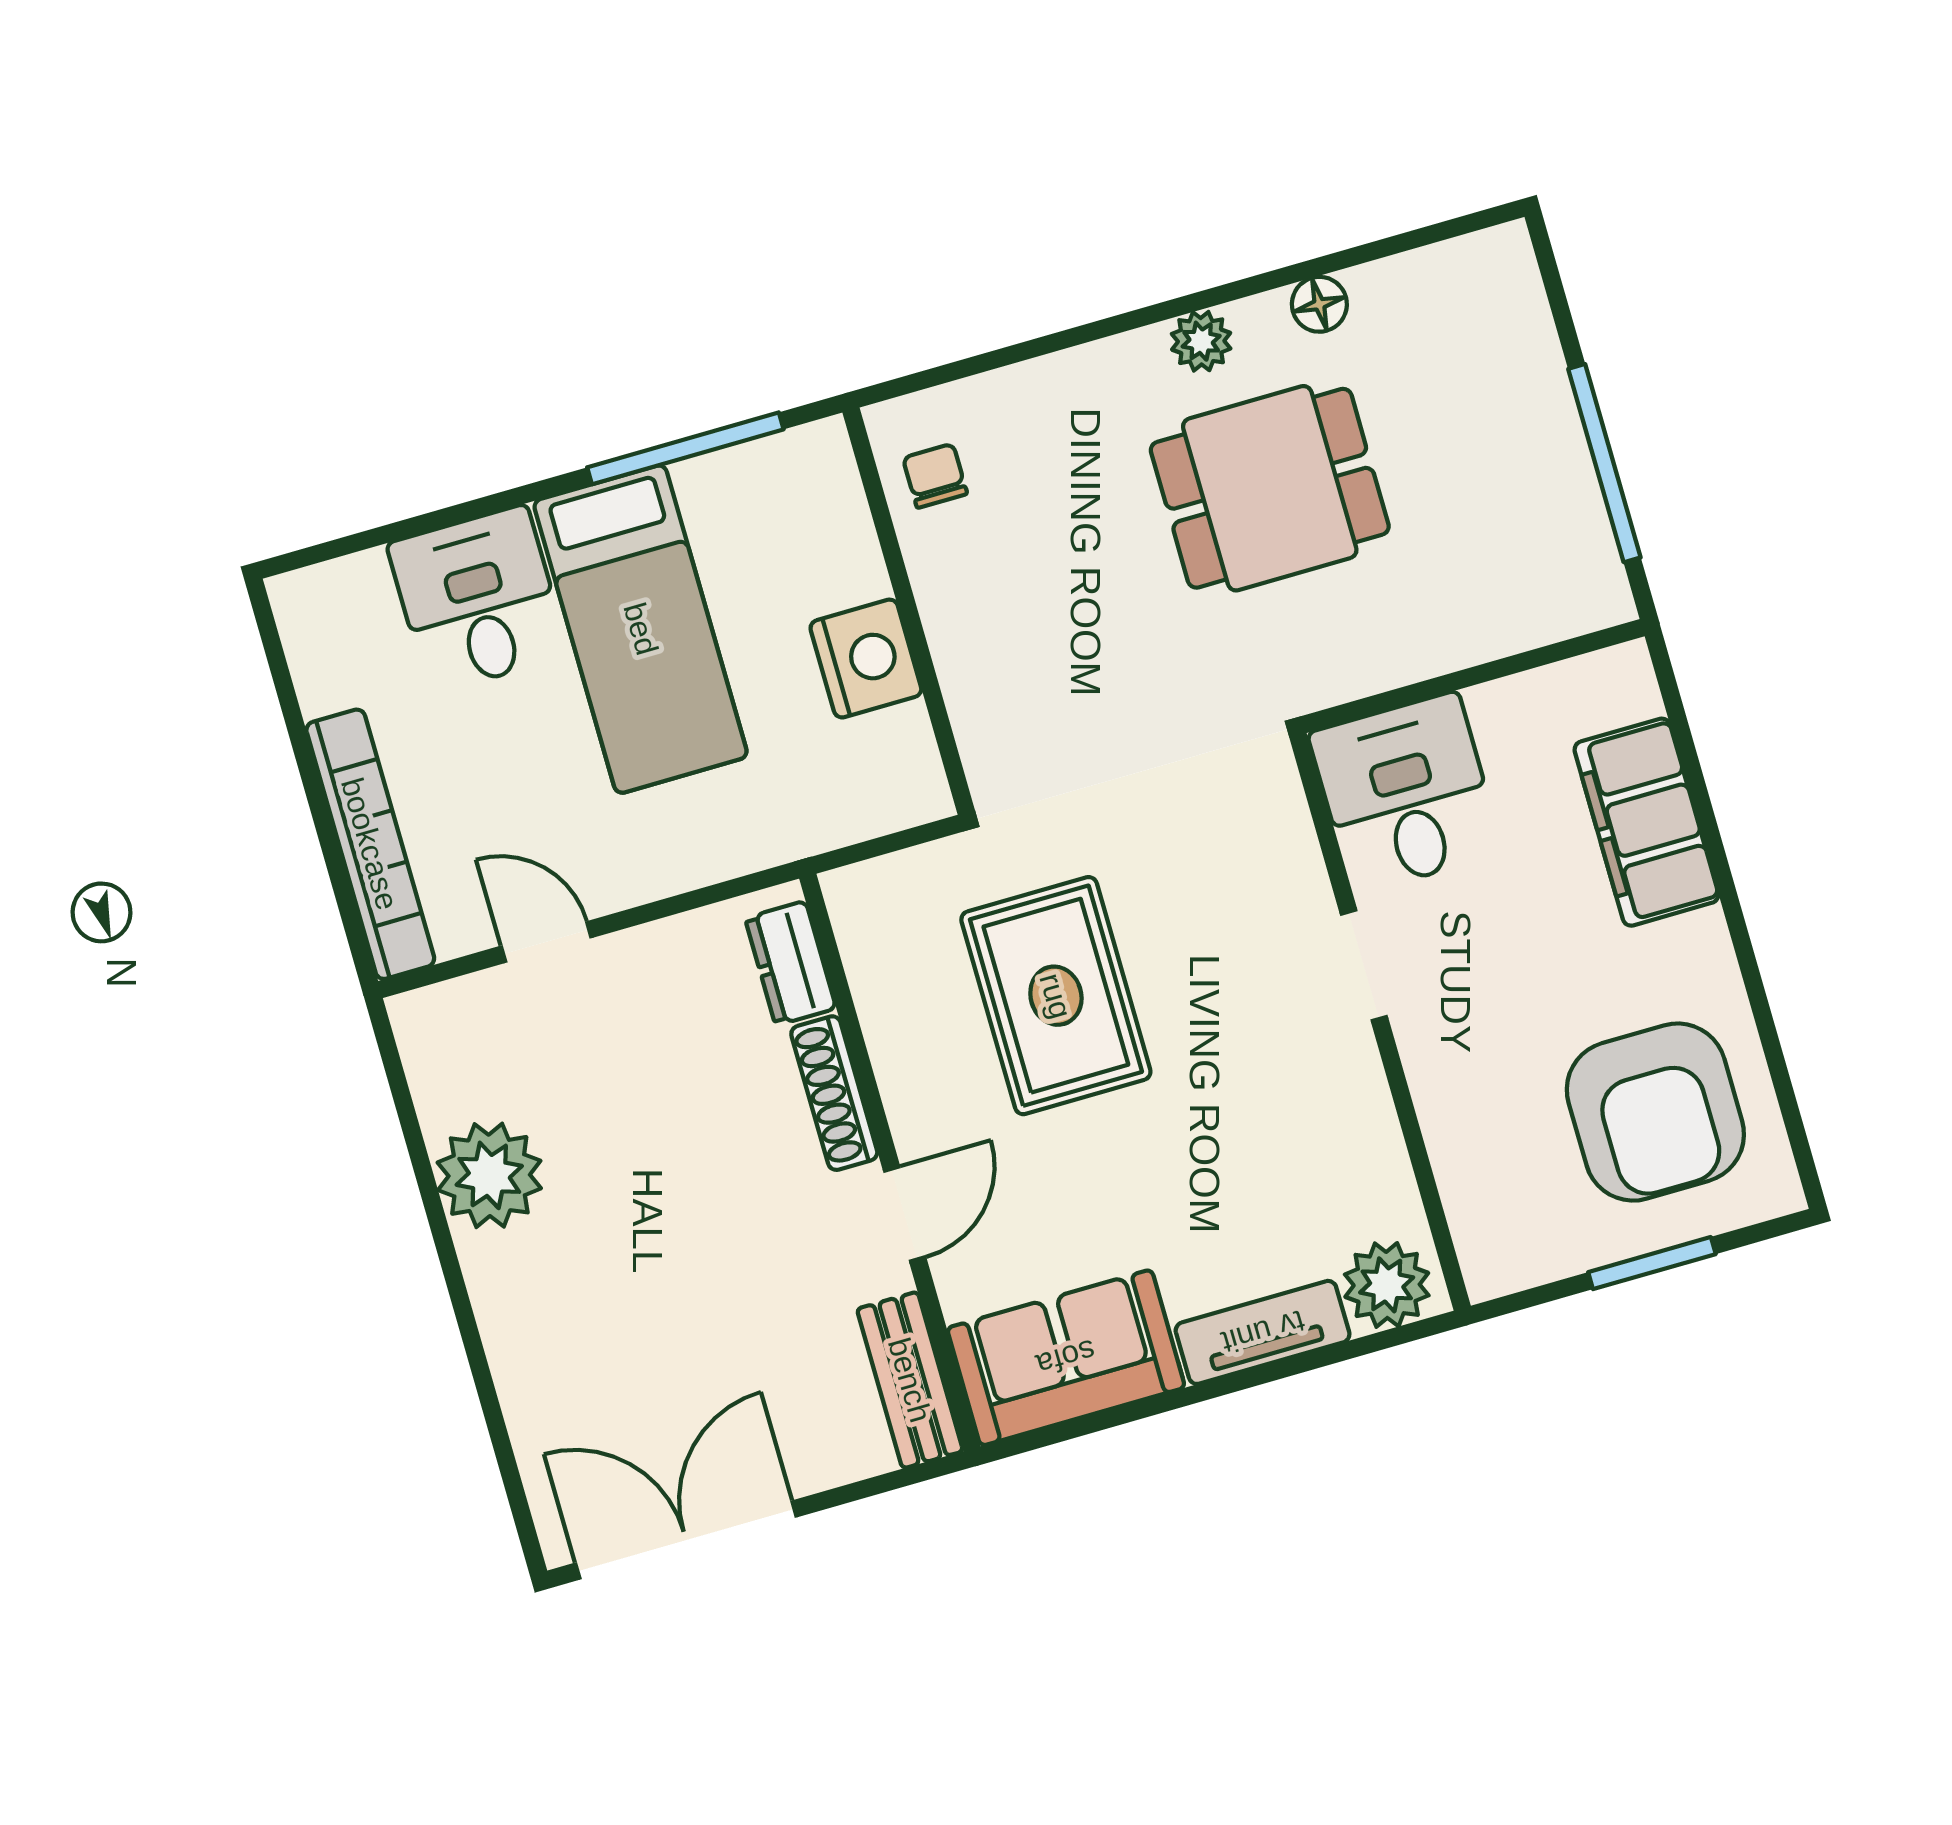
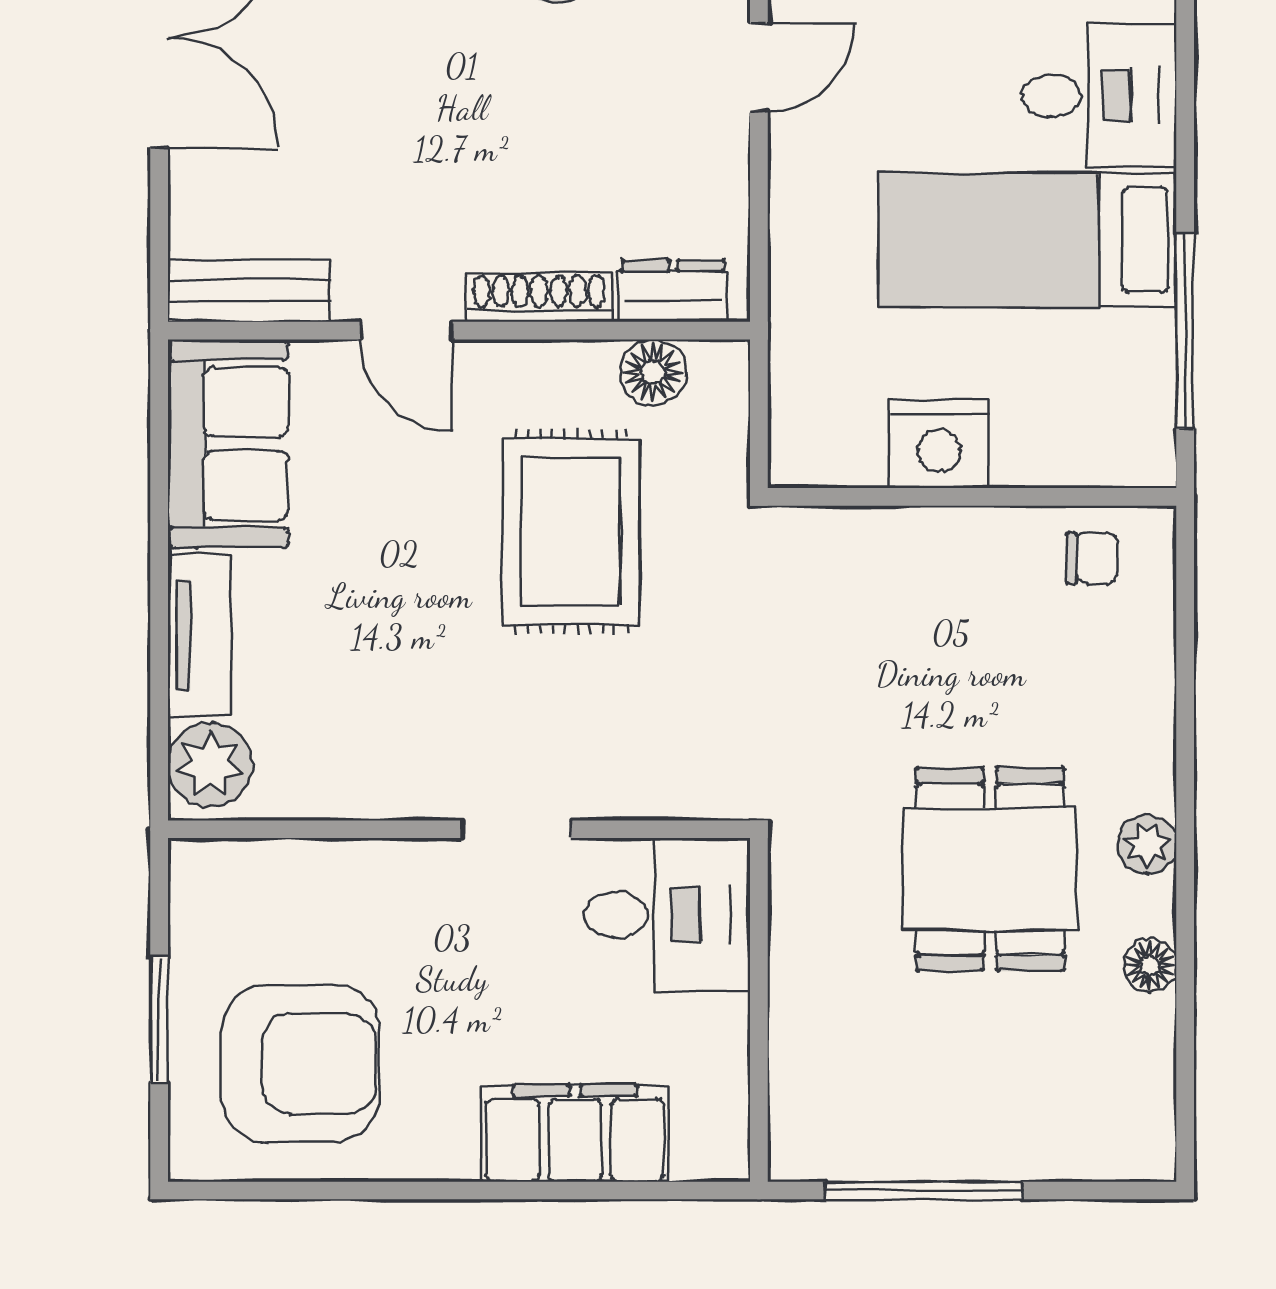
floor lamp: (876, 960) -> (653, 372), added
rug: (1056, 996) -> (571, 532), turned 90
armchair: (1655, 1112) -> (300, 1064), turned 180

